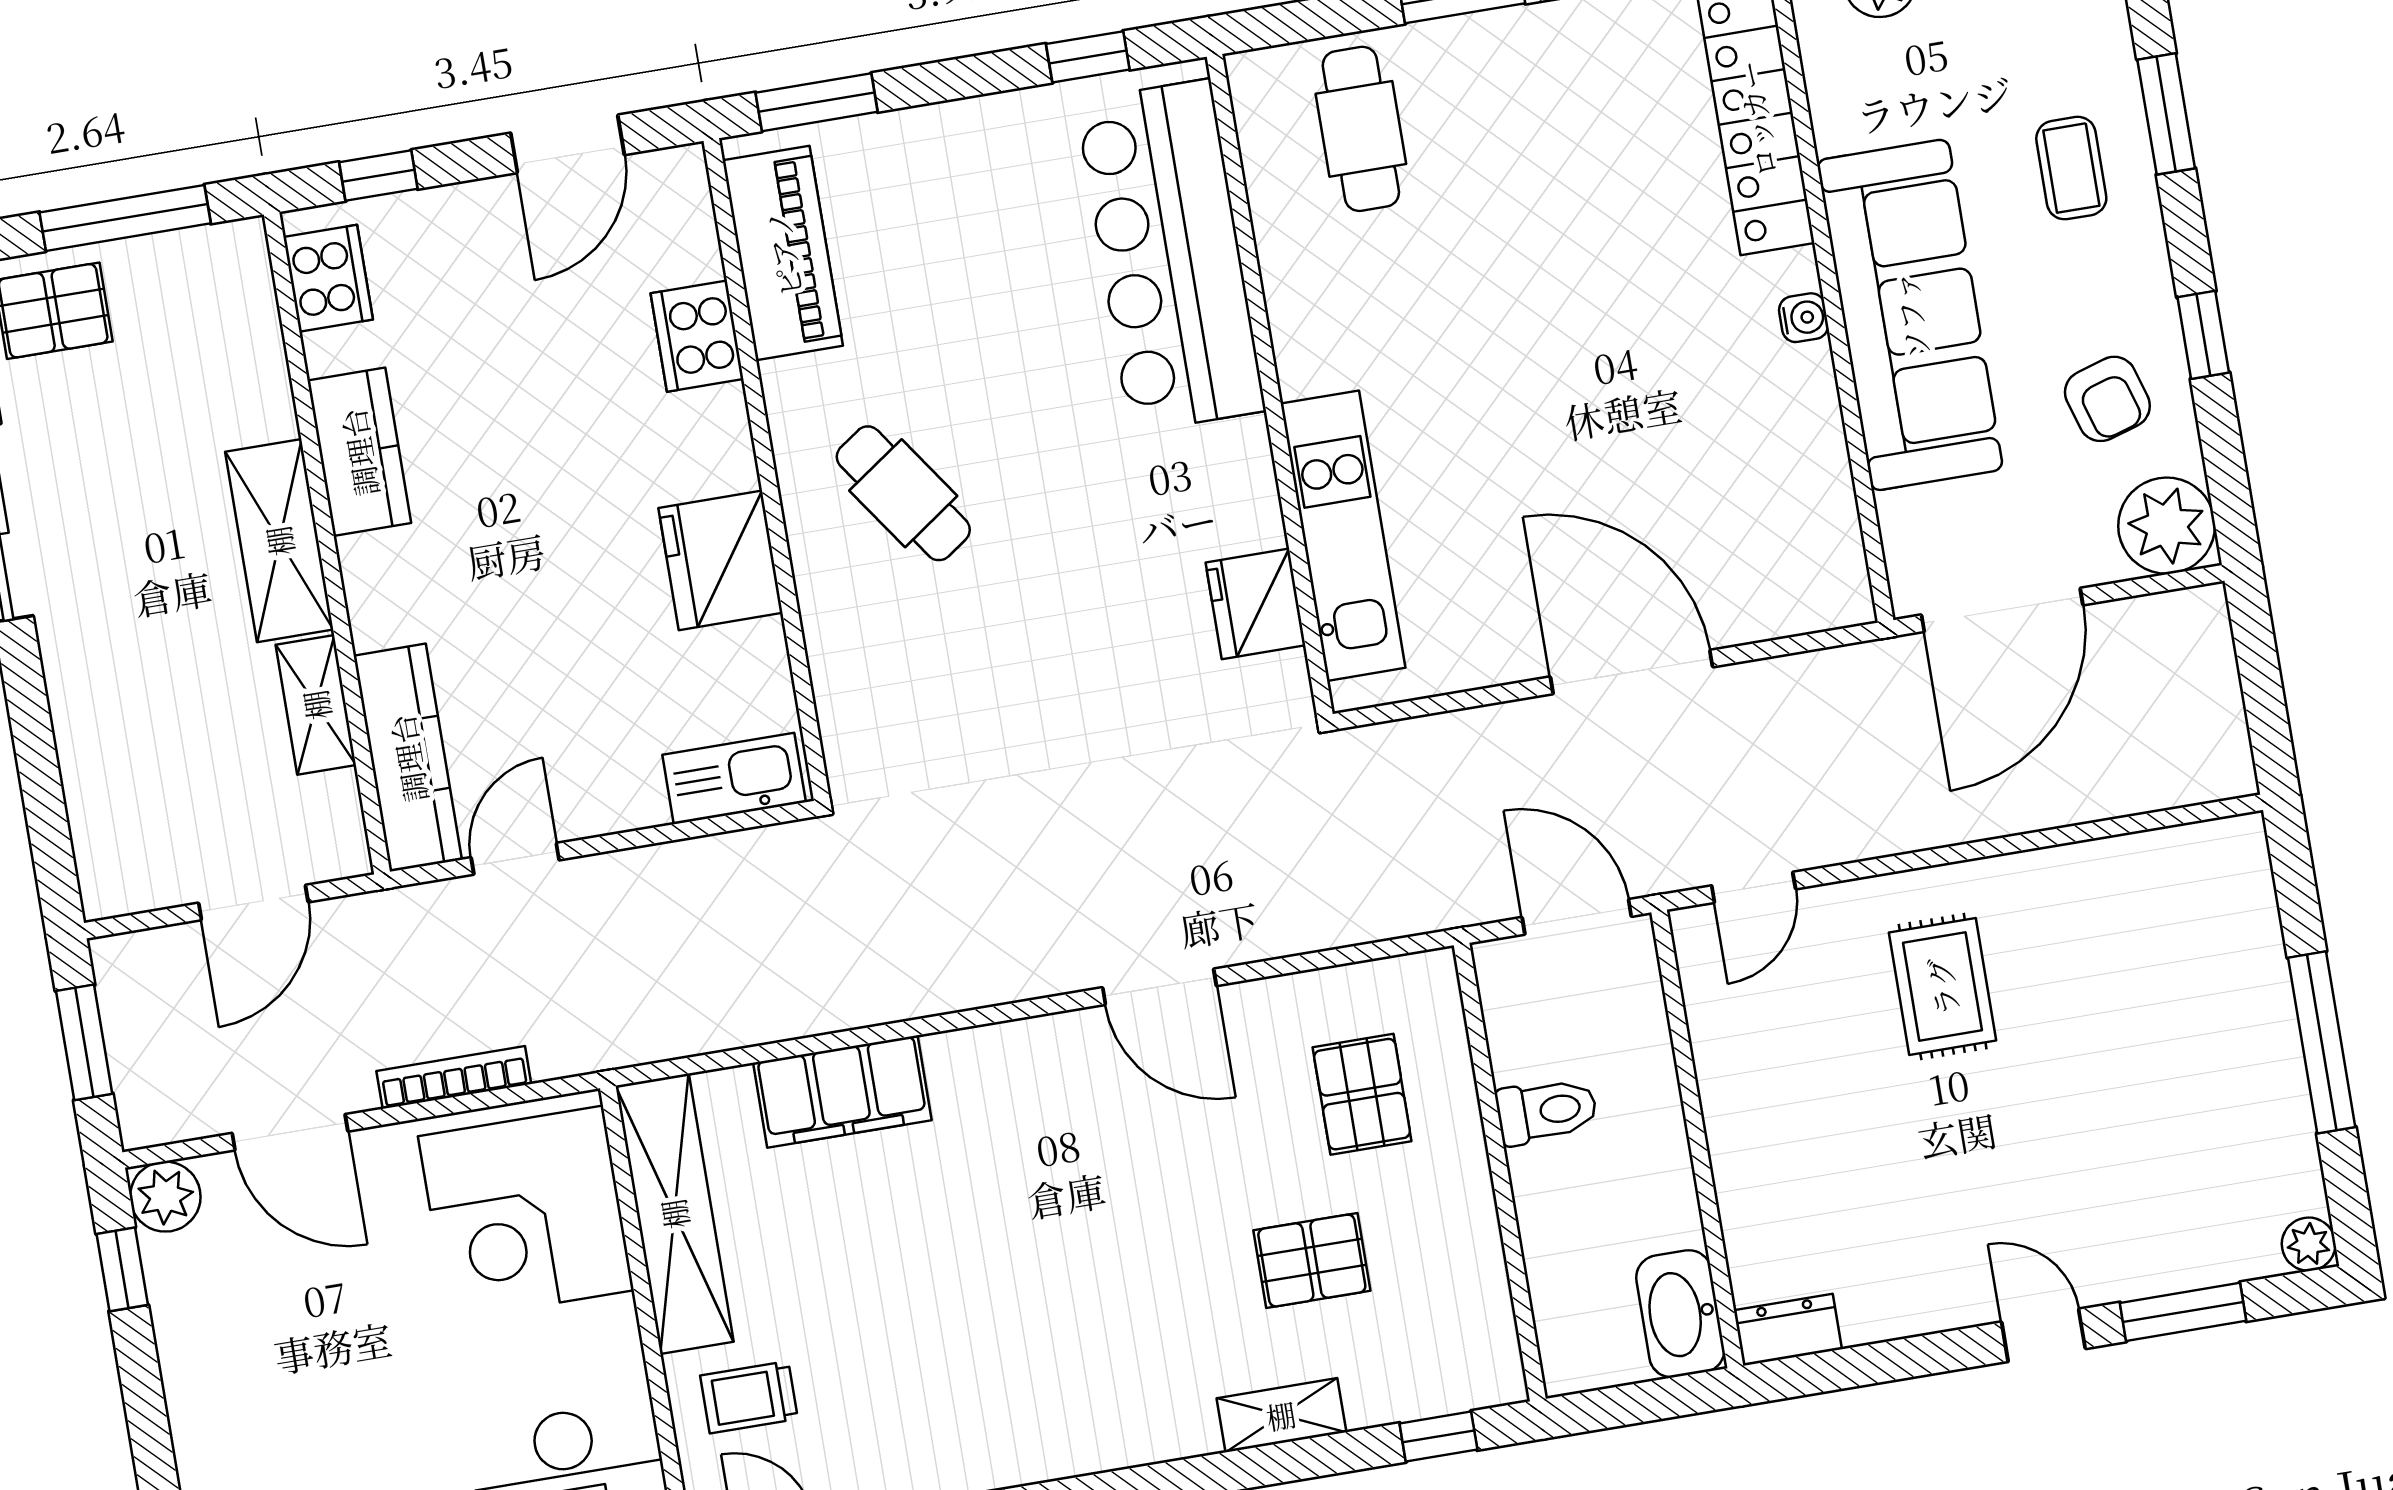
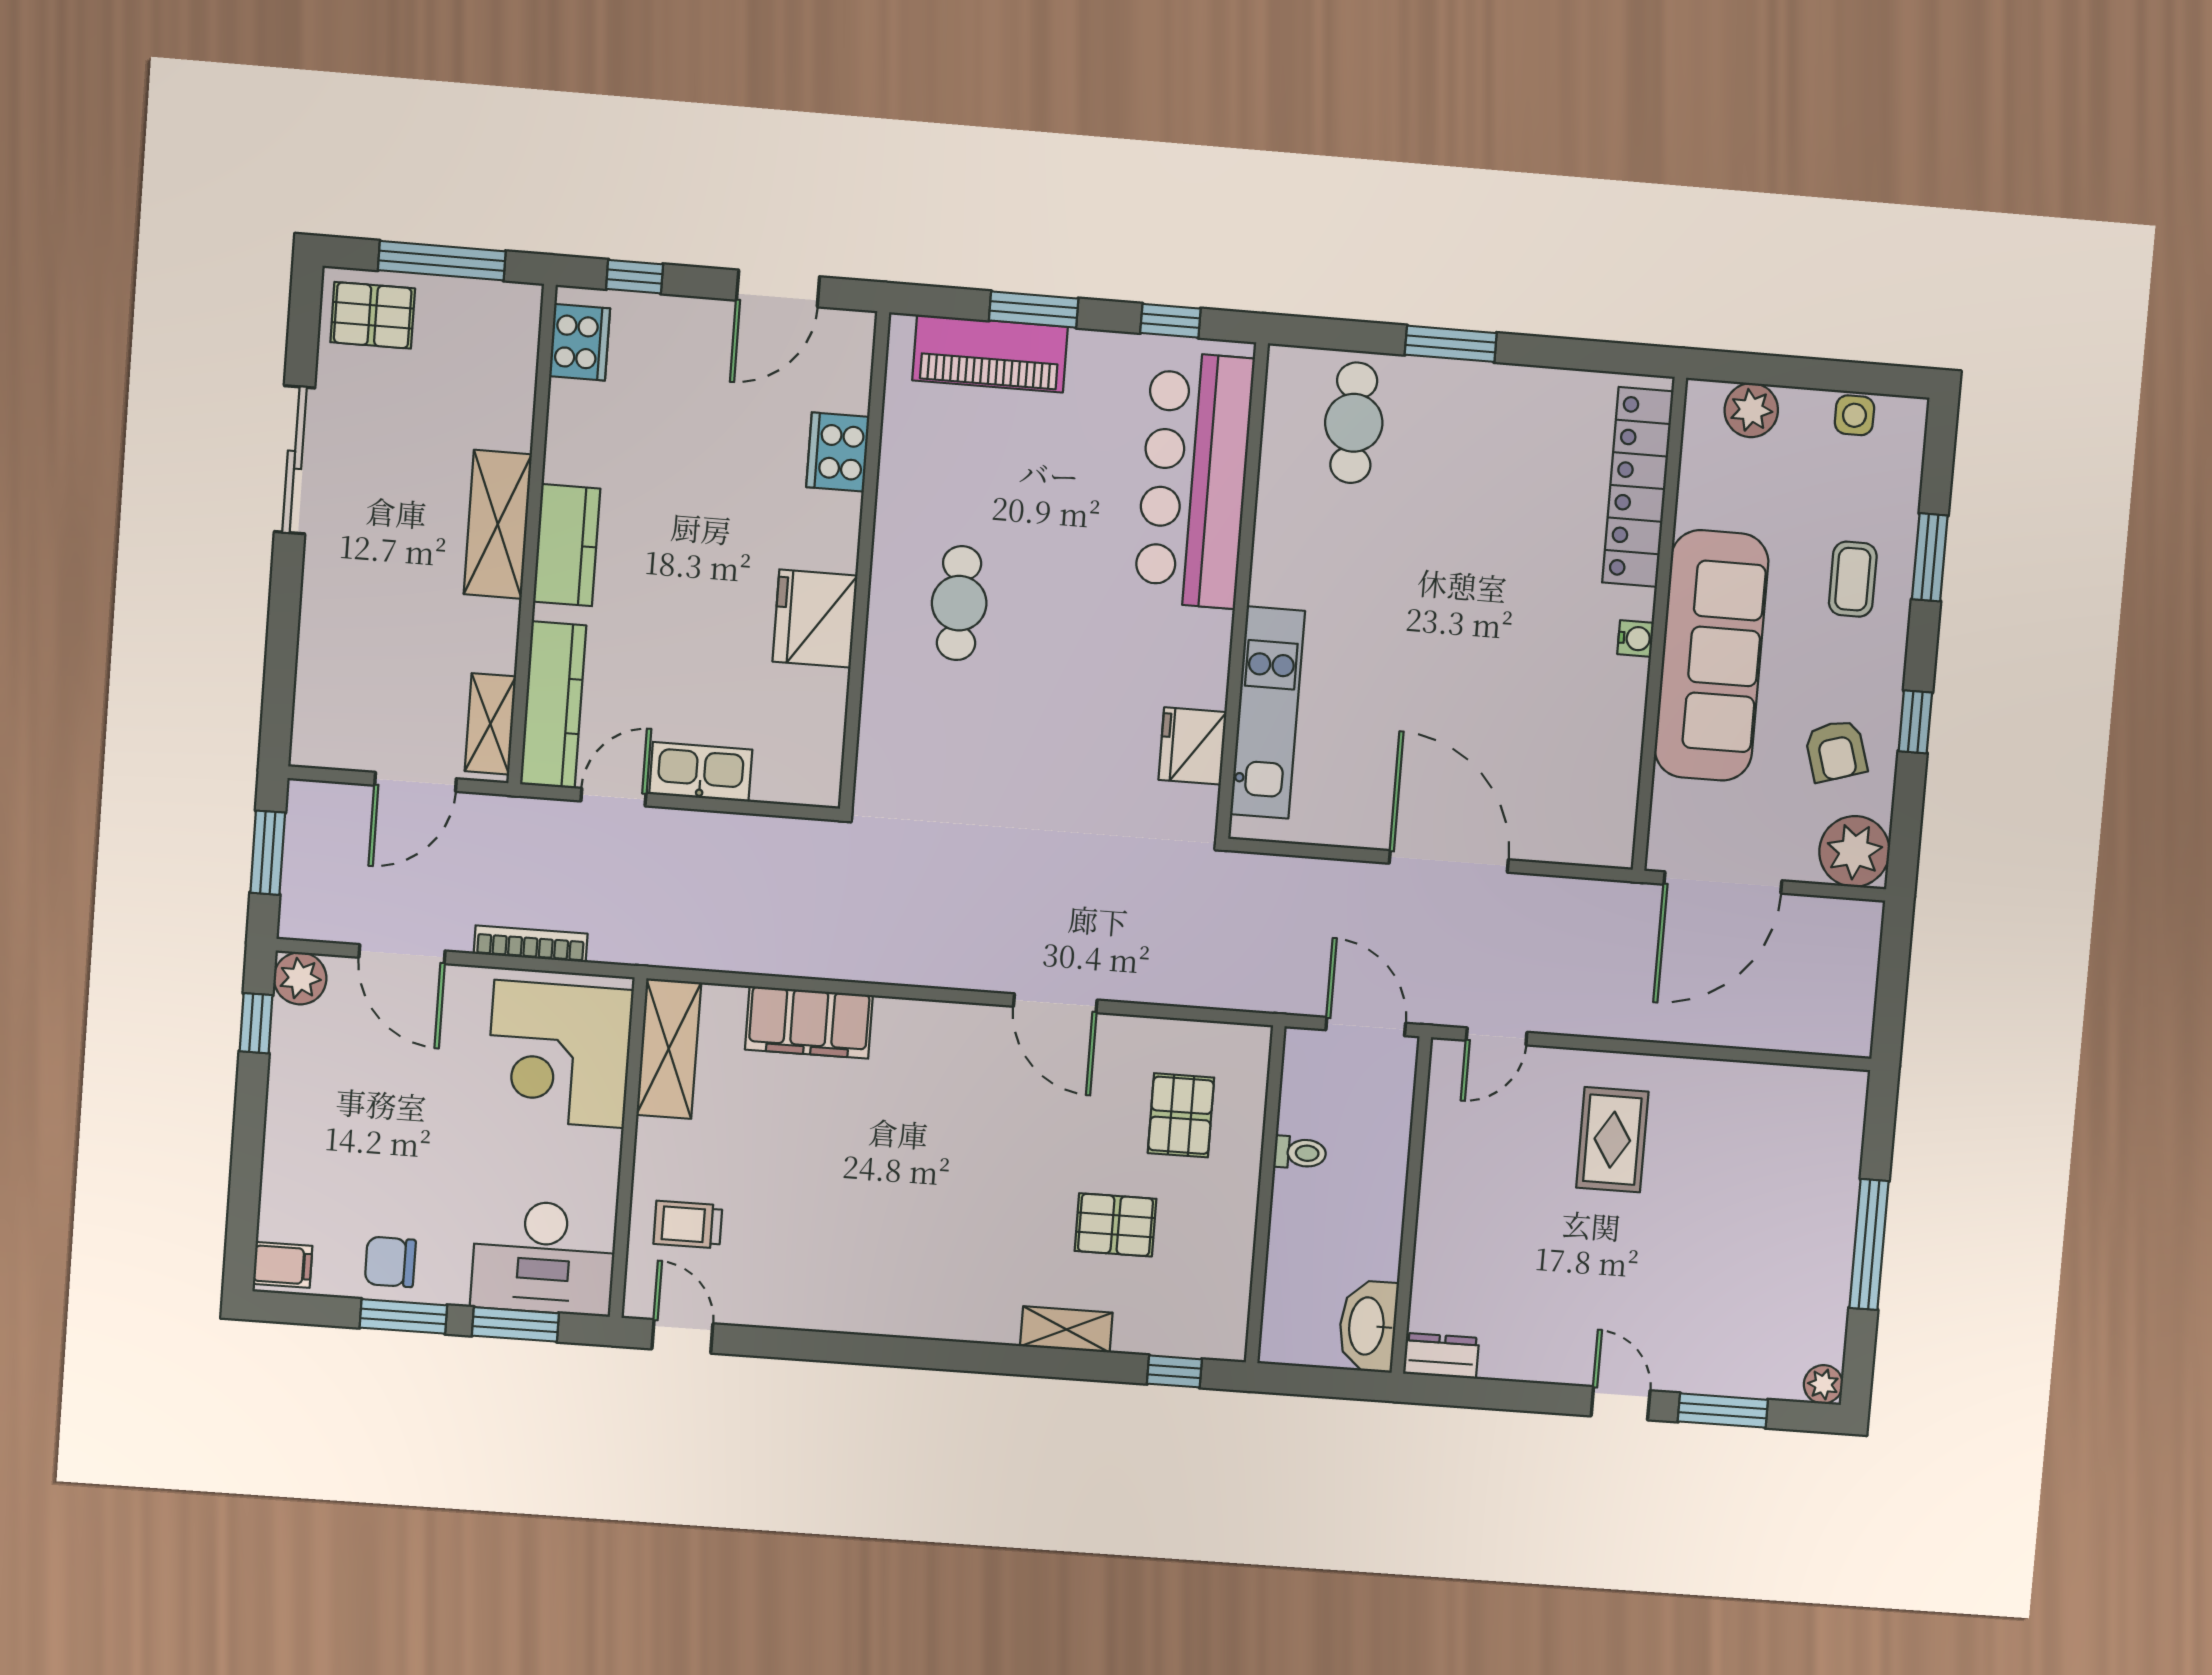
window: (817, 102) -> (1034, 309), moved
piano: (783, 253) -> (990, 354), moved, turned 90
kitchen counter: (359, 452) -> (567, 545), moved
cafe table: (903, 493) -> (959, 603), turned 35
shelving: (316, 705) -> (490, 724), moved
kitchen sink: (734, 778) -> (701, 772), moved
toilet: (1547, 1111) -> (1300, 1153), width x0.73, depth x0.72
shelving: (674, 1214) -> (669, 1049), width x0.68

